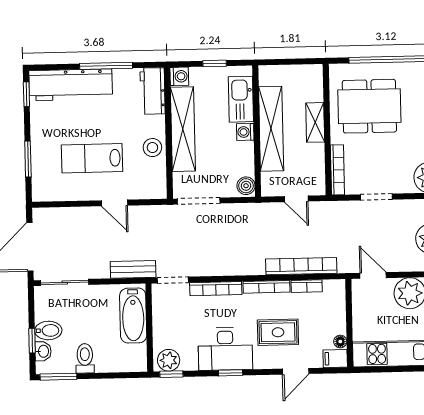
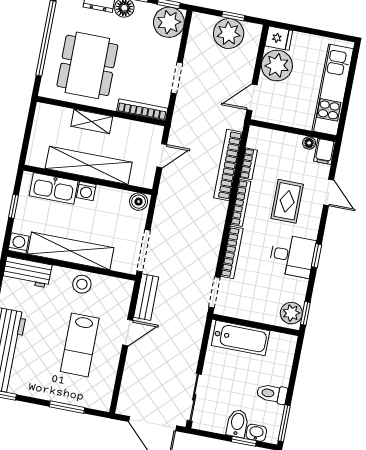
bench: (133, 269) -> (146, 297), moved
desk: (225, 349) -> (292, 256), width x0.73

